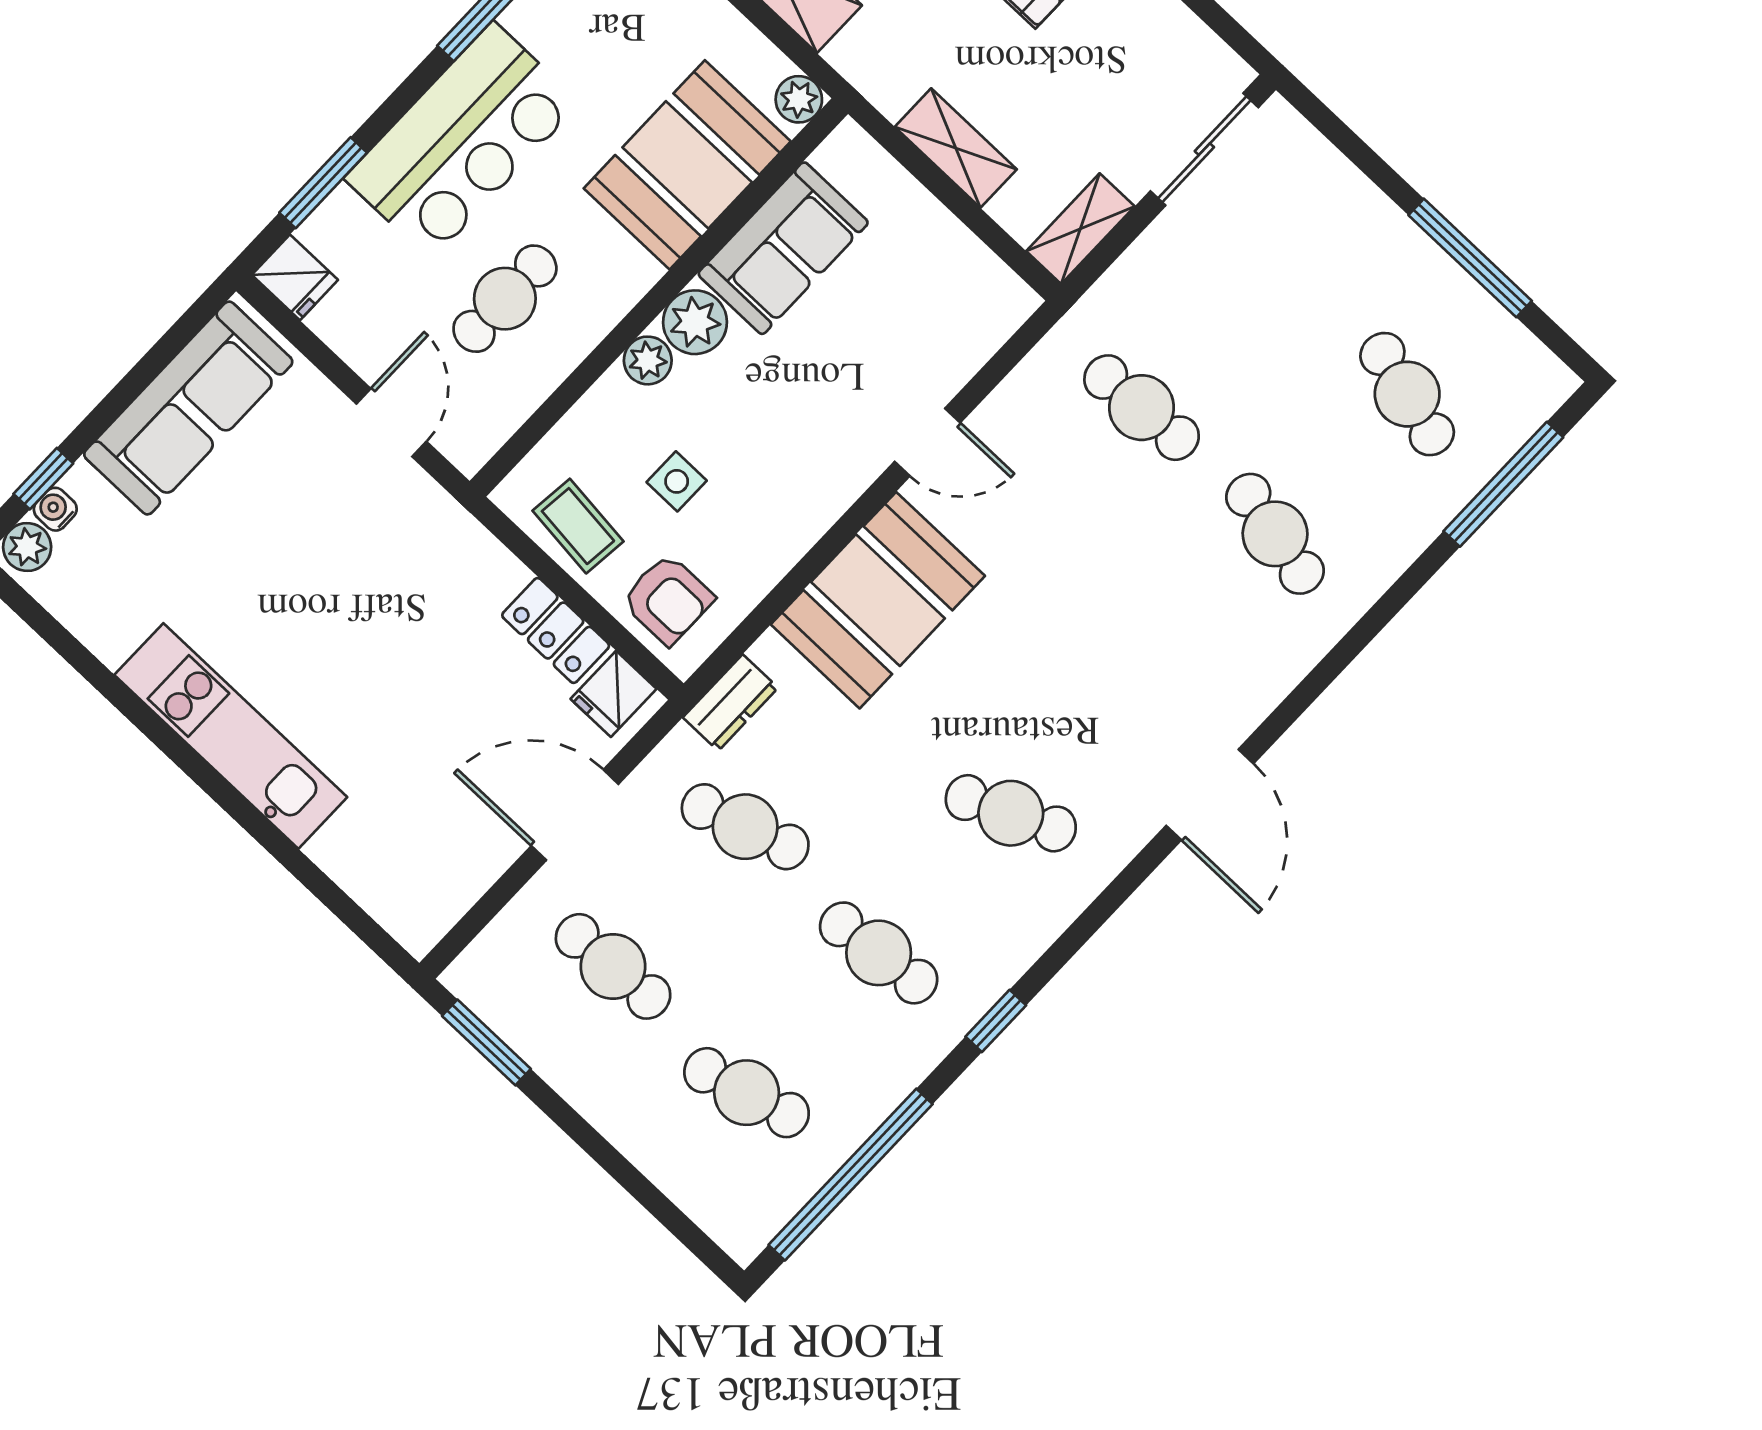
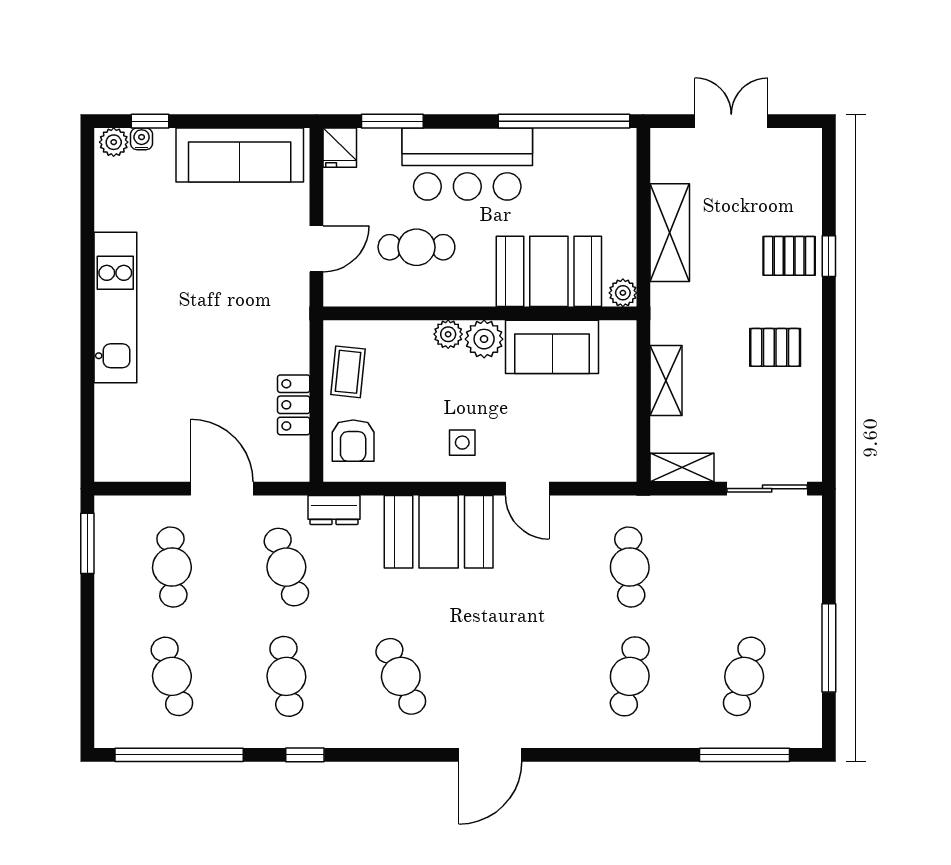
side table: (677, 481) -> (462, 443), moved
fridge: (614, 694) -> (290, 456), removed

